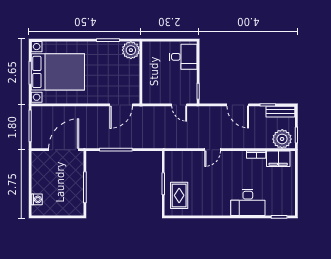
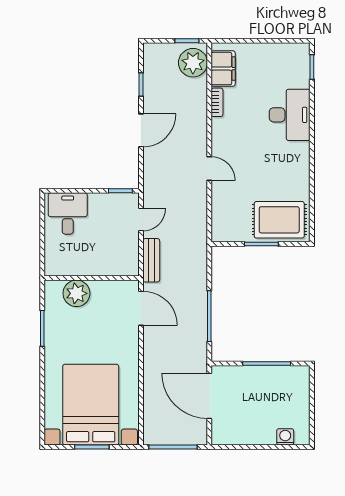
plant: (131, 50) -> (76, 293), moved
bench: (280, 112) -> (151, 260), moved
rug: (179, 195) -> (279, 220), width x1.36, depth x1.43

